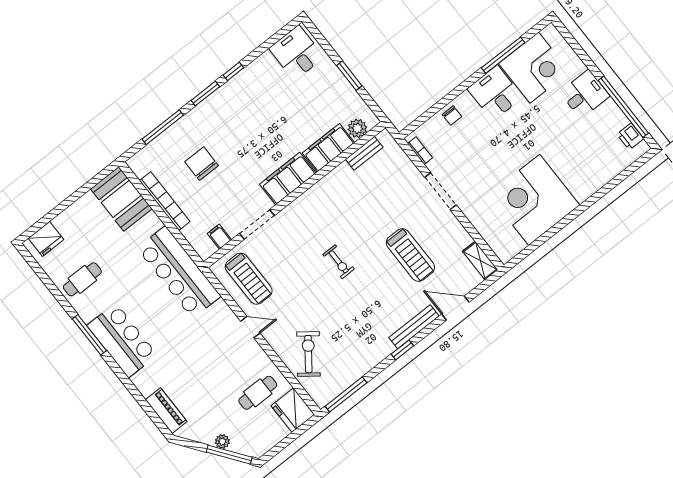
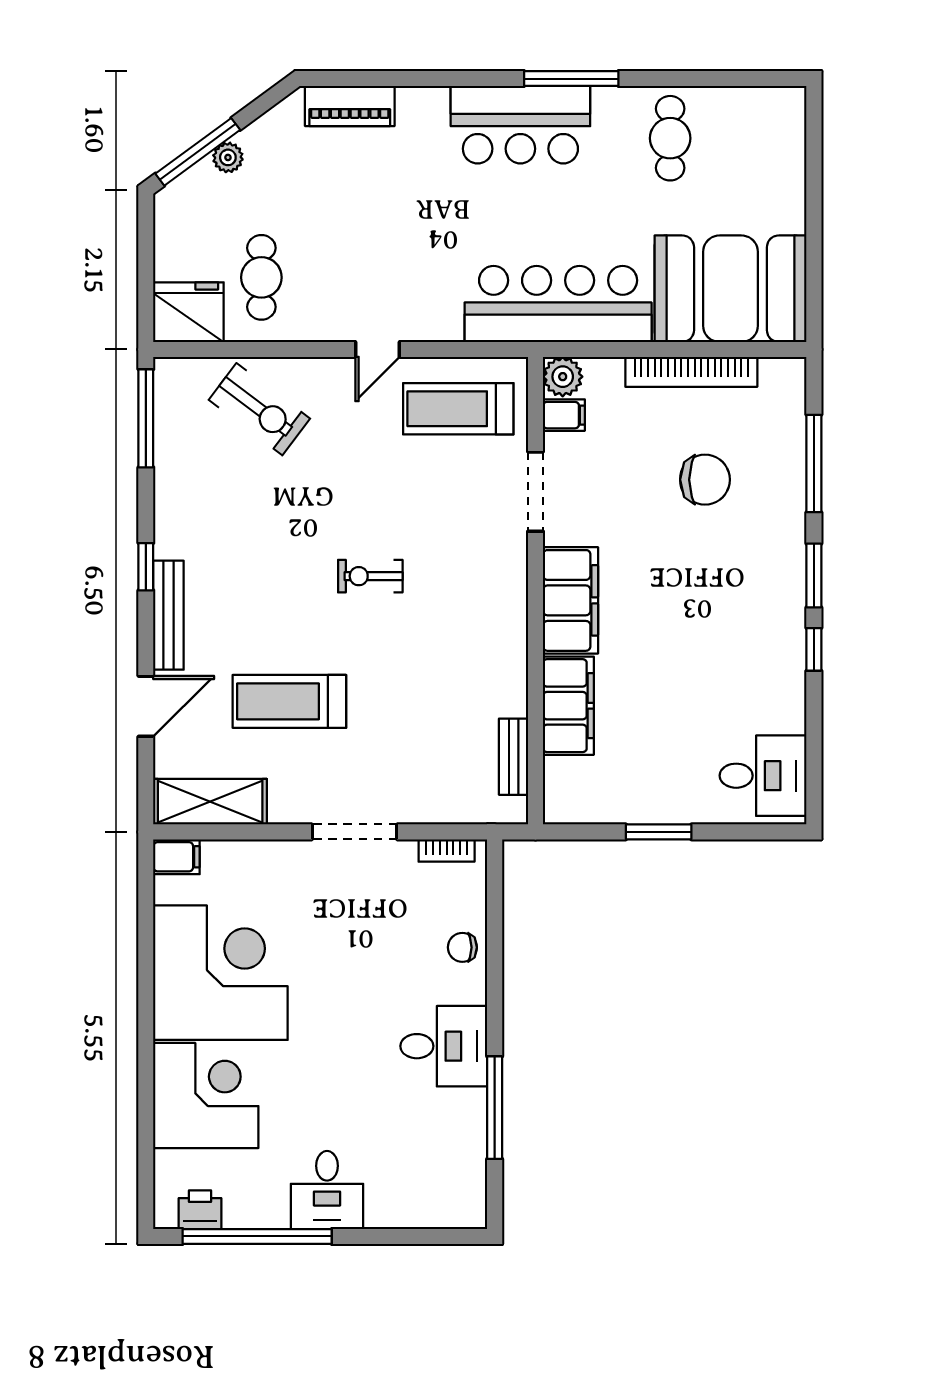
corner desk: (534, 68) -> (206, 1096), moved, turned 180
plant: (357, 128) -> (563, 377), moved
booth: (121, 199) -> (730, 289), width x1.36, depth x1.42
fridge: (46, 239) -> (782, 131), removed
filing cabinet: (503, 251) -> (176, 857), added
shelving: (480, 261) -> (210, 802), width x1.50, depth x1.33

